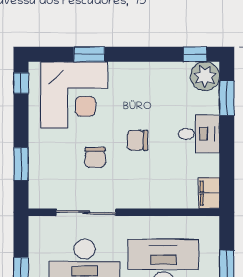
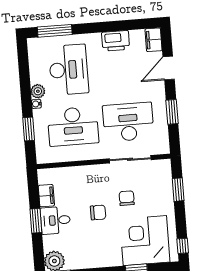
window: (227, 98) -> (36, 221), moved
filing cabinet: (209, 193) -> (46, 196), moved

